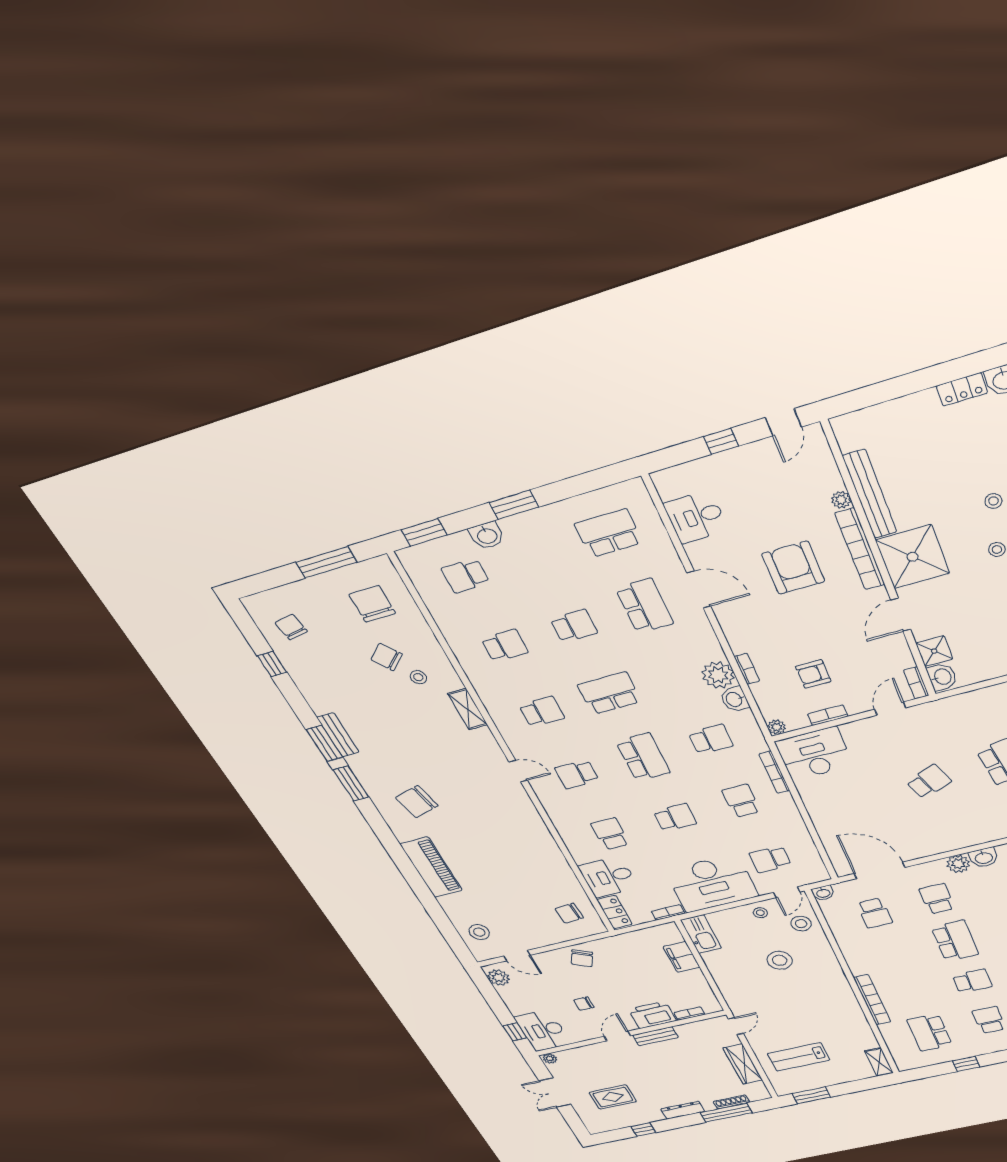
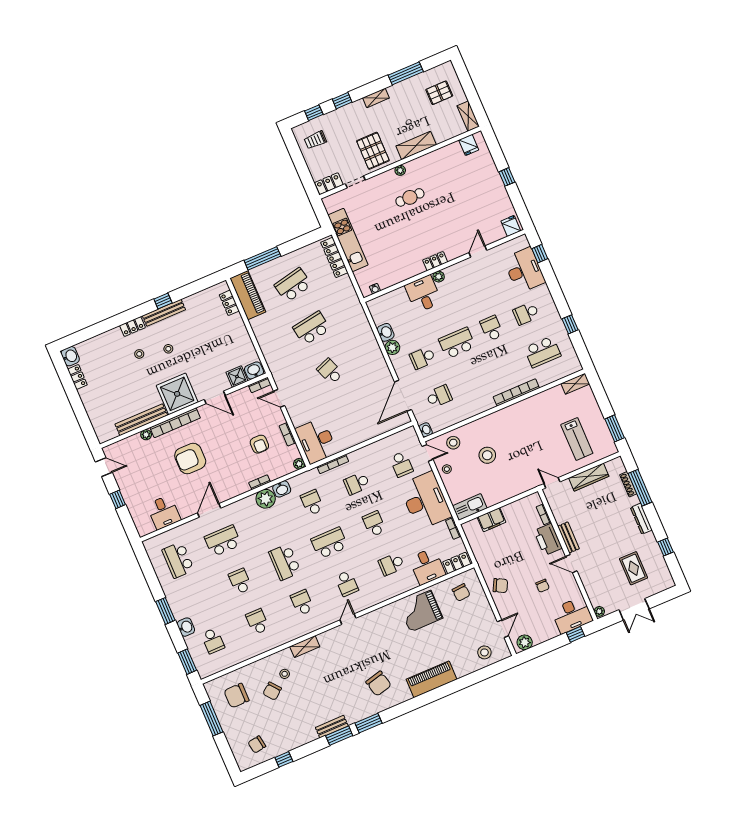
grand piano: (537, 863) -> (421, 611), added

